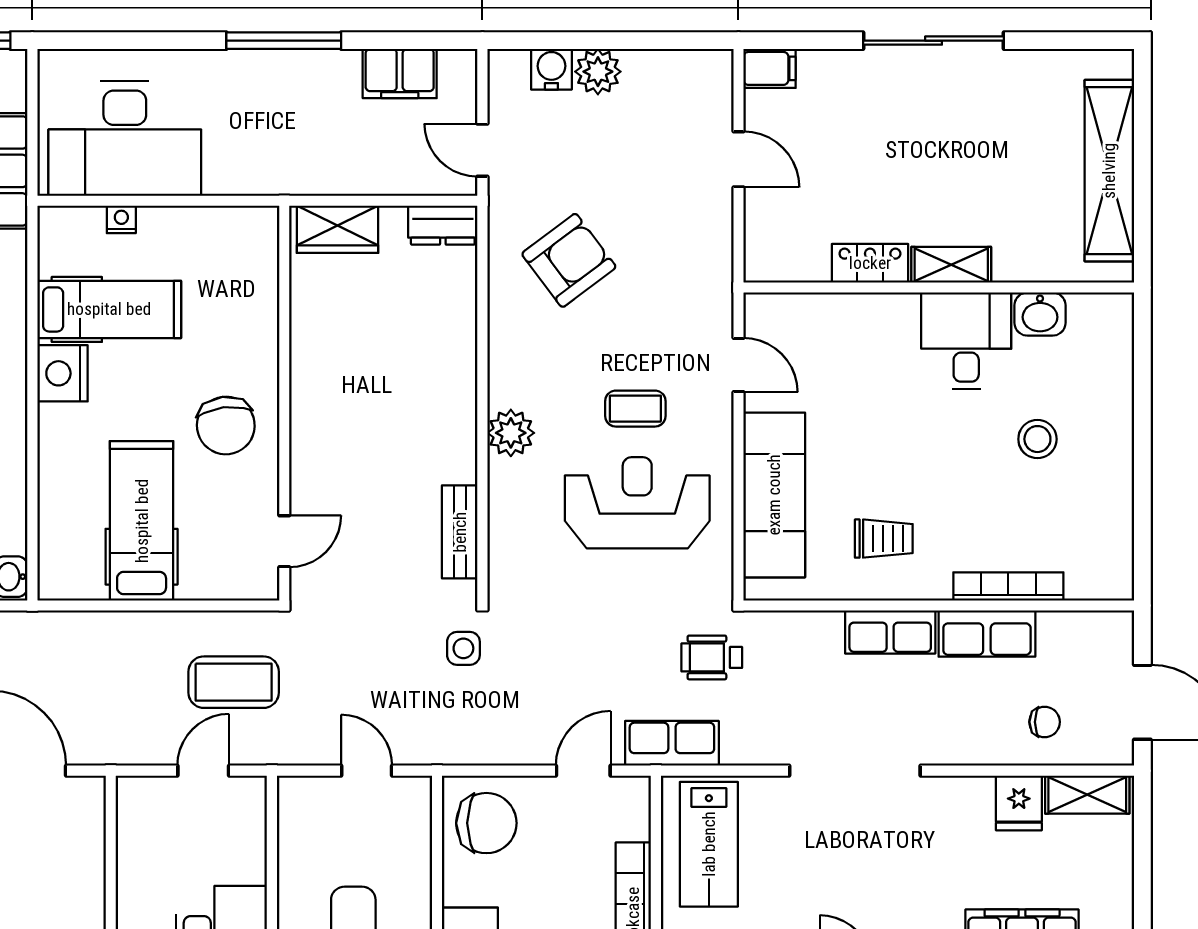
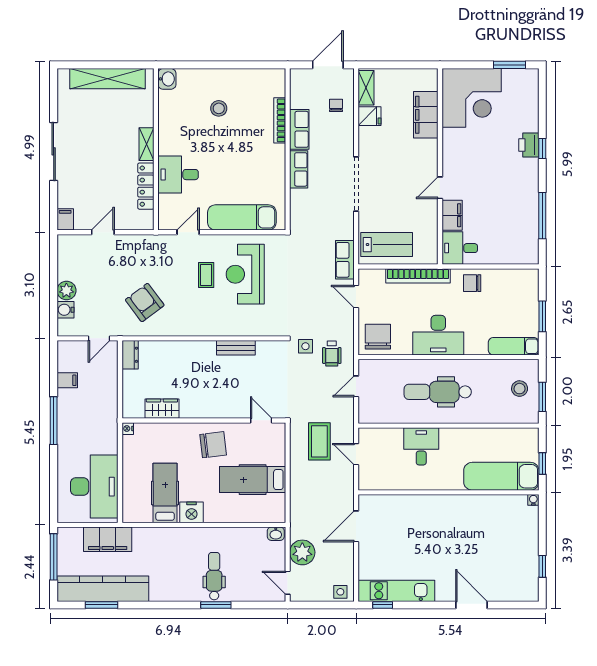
filing cabinet: (400, 73) -> (67, 380), width x0.50
nightstand: (121, 219) -> (128, 429), moved
wardrobe: (338, 229) -> (162, 409), moved, turned -90
locker: (870, 263) -> (146, 186), width x1.53
washbasin: (1040, 314) -> (167, 79), moved
desk: (966, 341) -> (178, 175), moved
plant: (511, 433) -> (216, 327), removed
bench: (460, 532) -> (236, 348), moved
trolley: (884, 539) -> (260, 172), removed
wheelchair: (712, 657) -> (332, 353), moved

